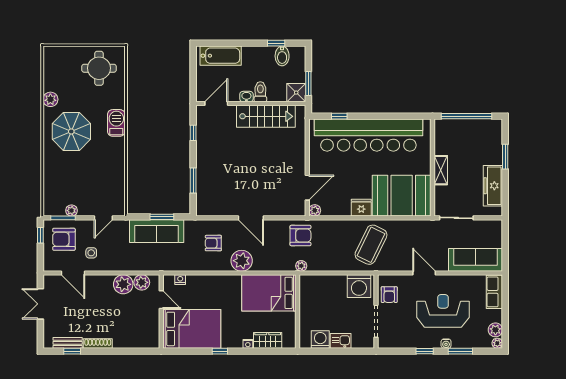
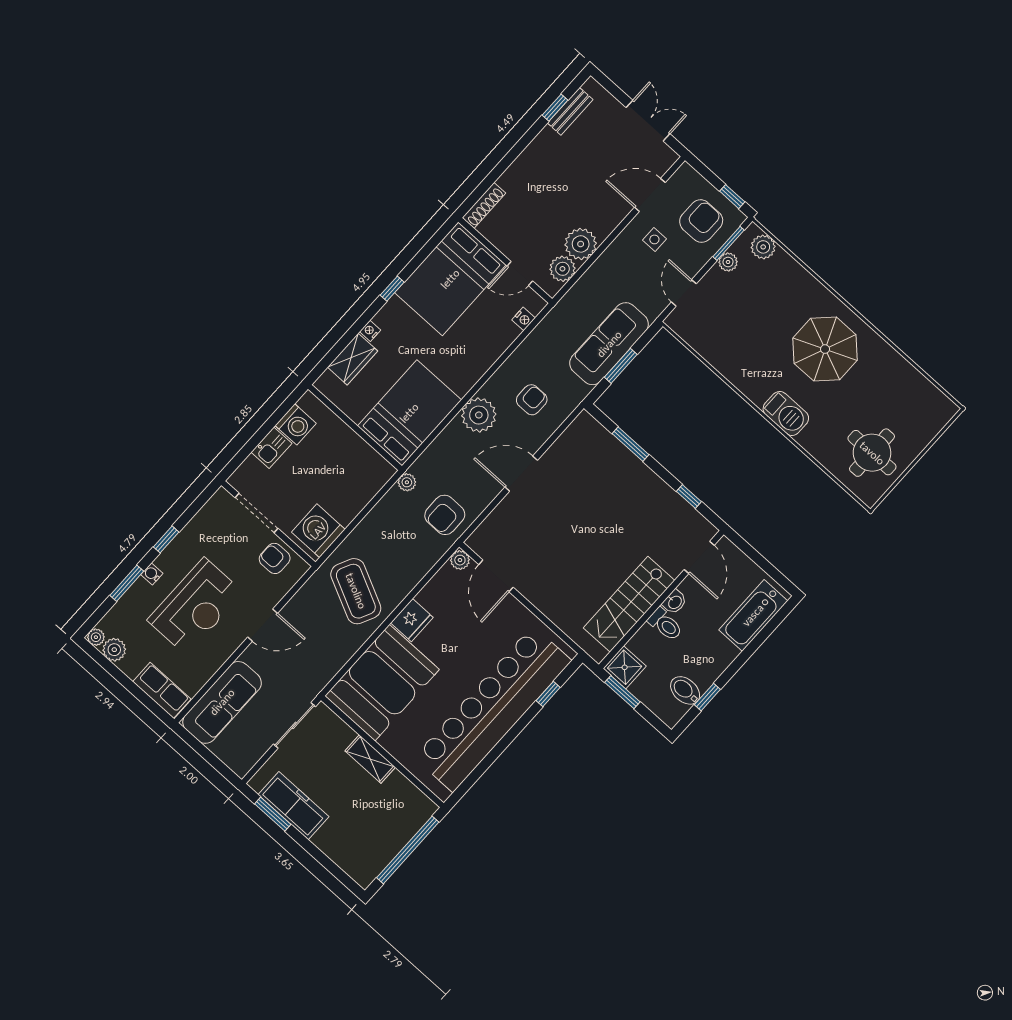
plant: (50, 99) -> (763, 247), moved
window: (505, 157) -> (273, 814), moved
shoe rack: (98, 344) -> (484, 205), moved

